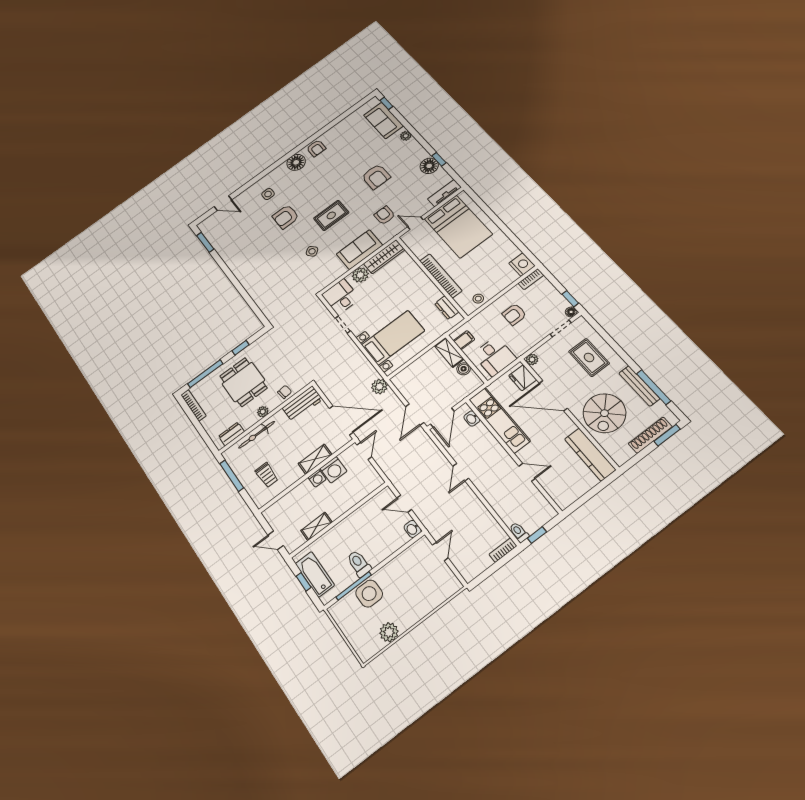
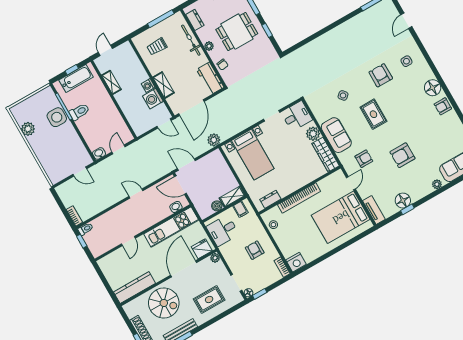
spiral stairs: (604, 413) -> (164, 303), turned 180

